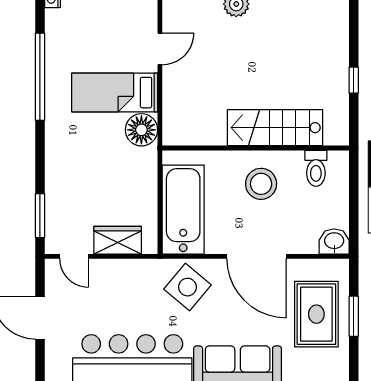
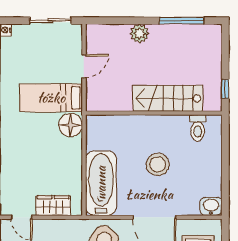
stairs: (275, 128) -> (168, 98), moved
wall: (256, 148) -> (154, 113), moved
toilet: (316, 168) -> (198, 128), moved

